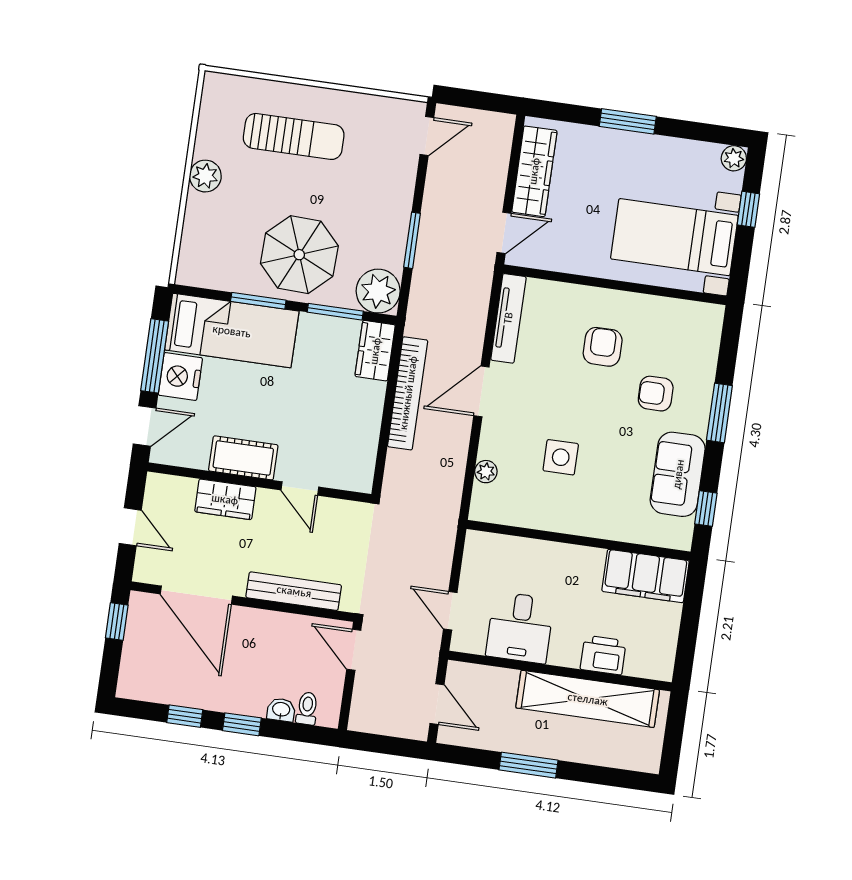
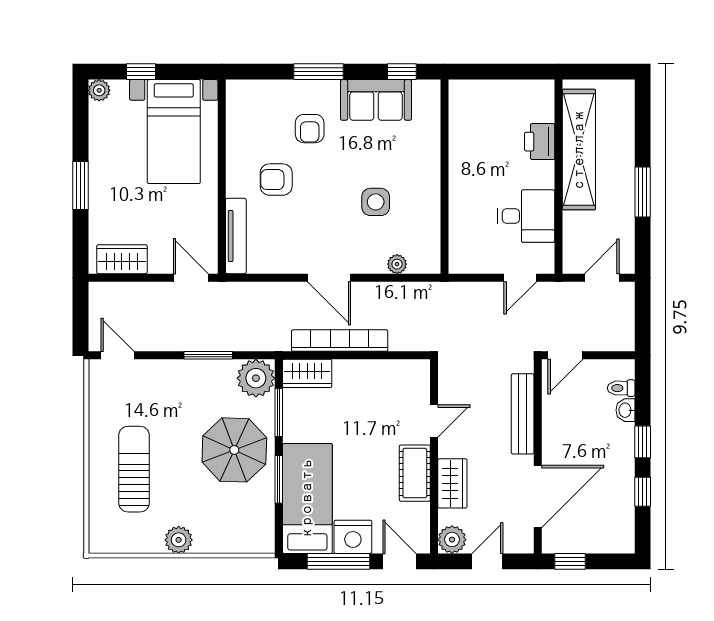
wardrobe: (534, 171) -> (122, 259), width x0.67
tv unit: (508, 318) -> (236, 236), moved, turned 90
plant: (161, 490) -> (452, 540), added
filing cabinet: (645, 576) -> (467, 115), removed

